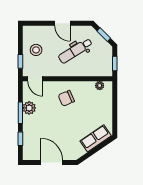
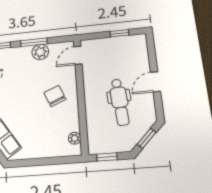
stool: (36, 50) -> (116, 52), removed
dental chair: (75, 51) -> (120, 102), turned -152
window: (20, 61) -> (119, 33), moved

